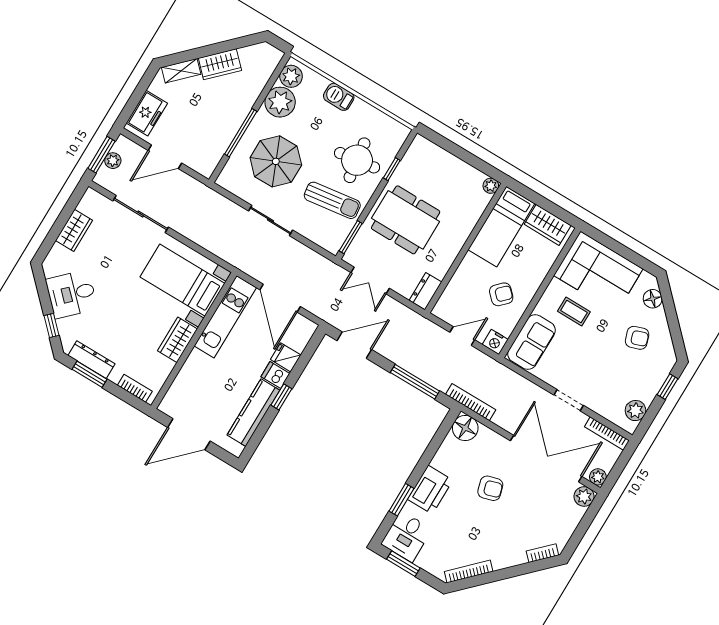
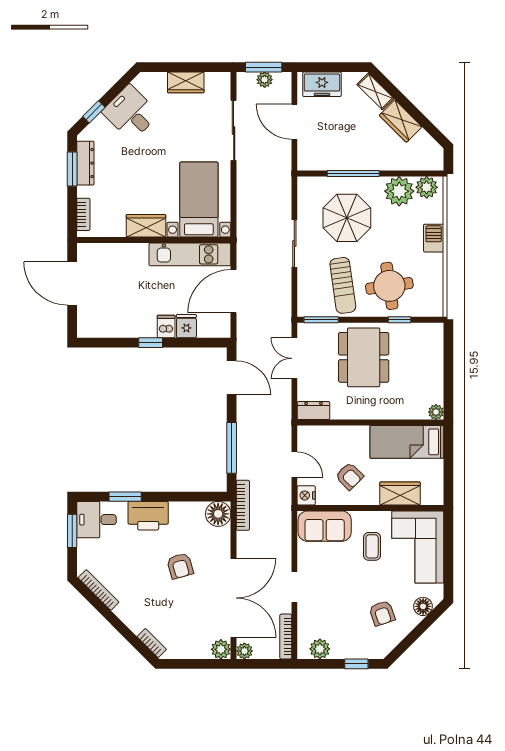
wardrobe: (548, 225) -> (400, 493), moved, turned 90
kitchen counter: (253, 413) -> (123, 327), removed

